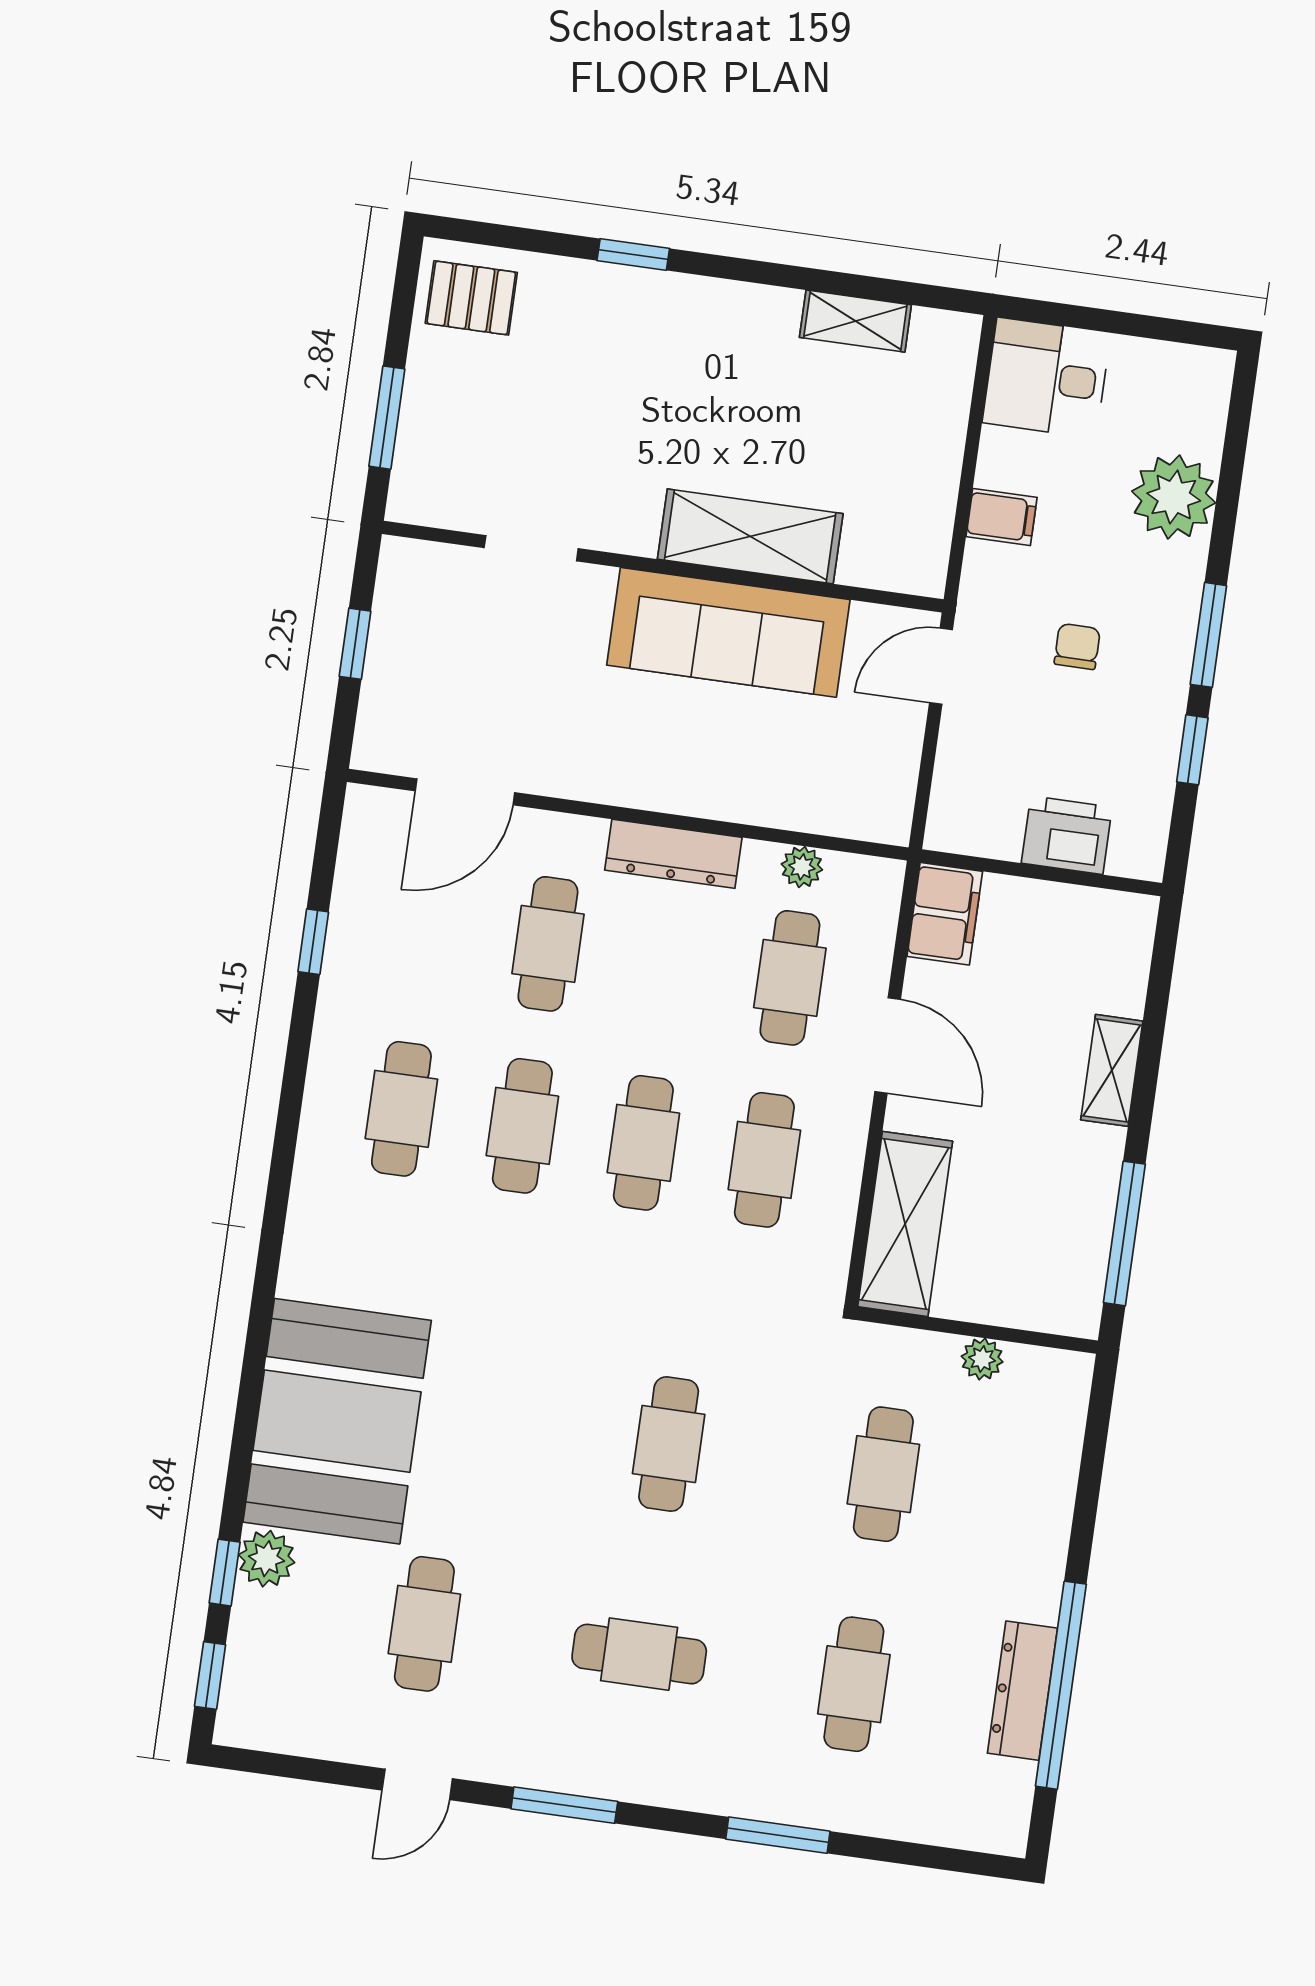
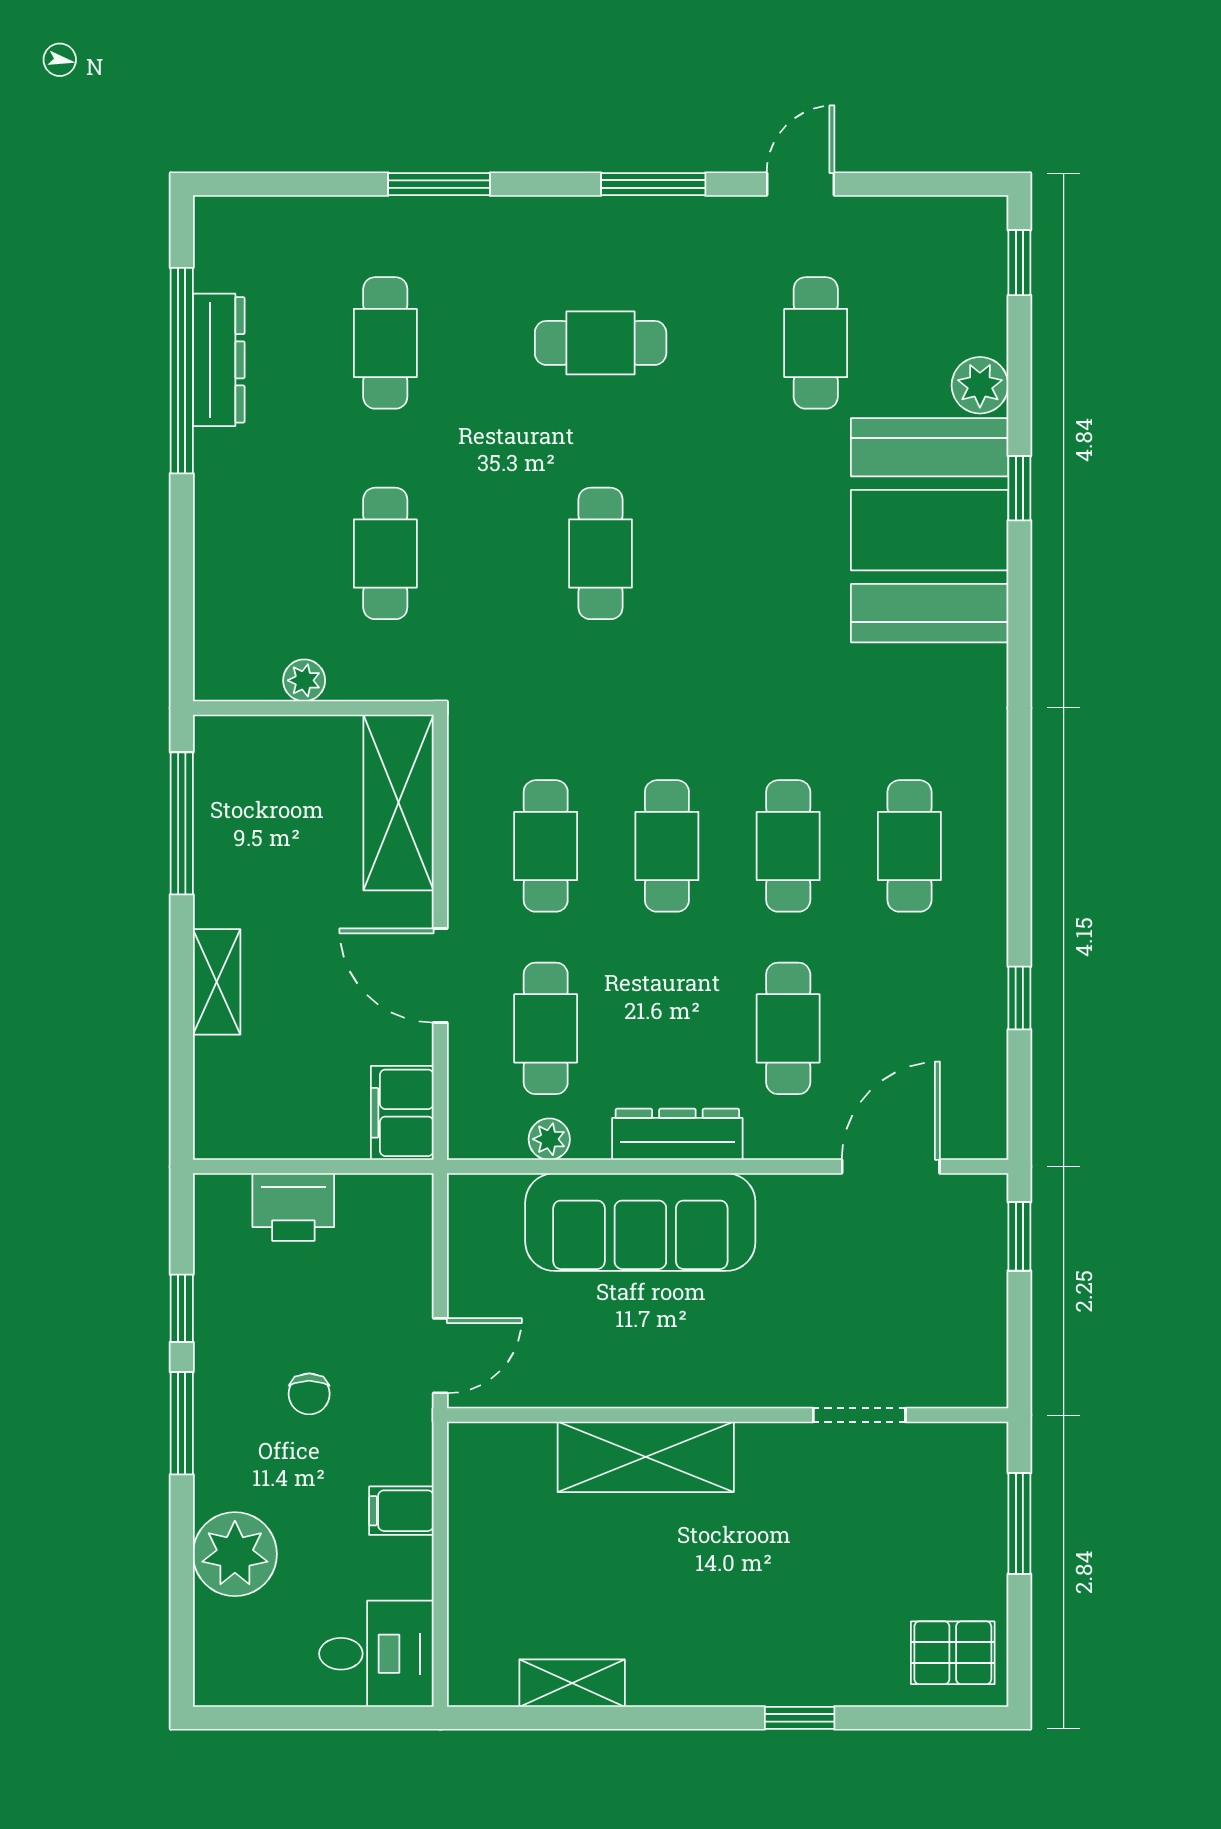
sofa: (728, 632) -> (640, 1222), moved, turned 180
window: (355, 644) -> (1019, 1236), moved
window: (225, 1573) -> (1019, 488), moved

